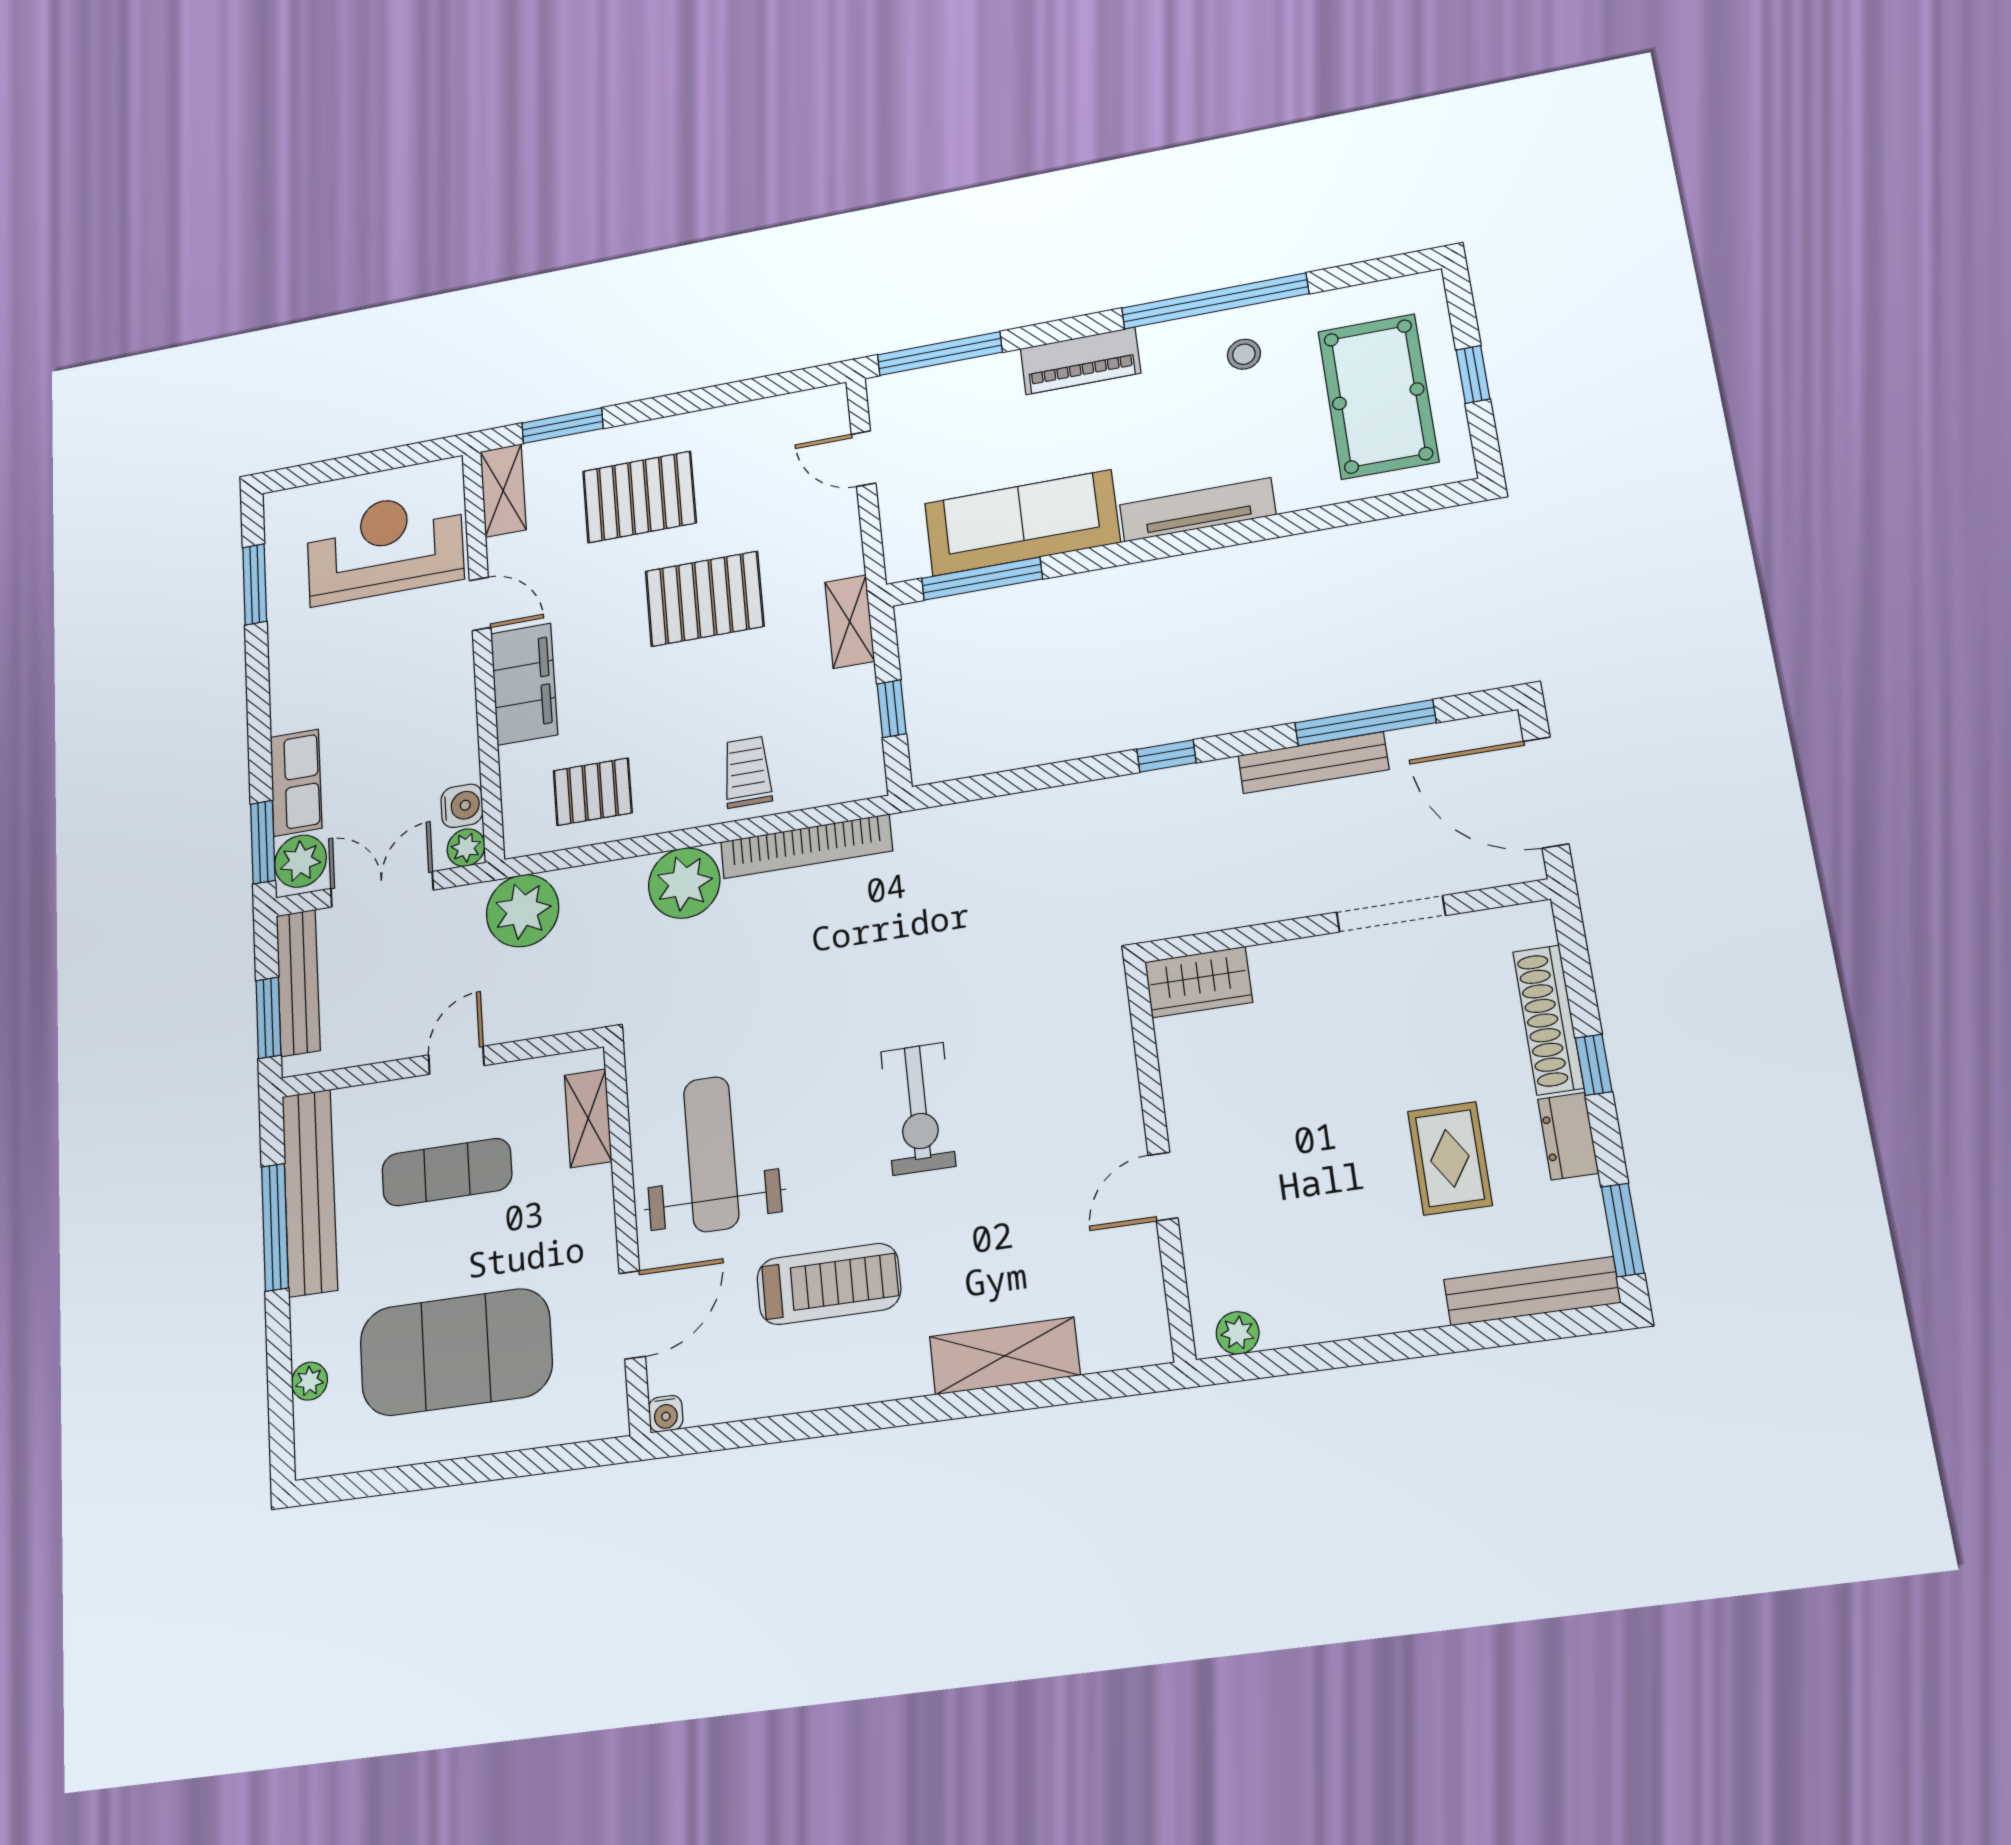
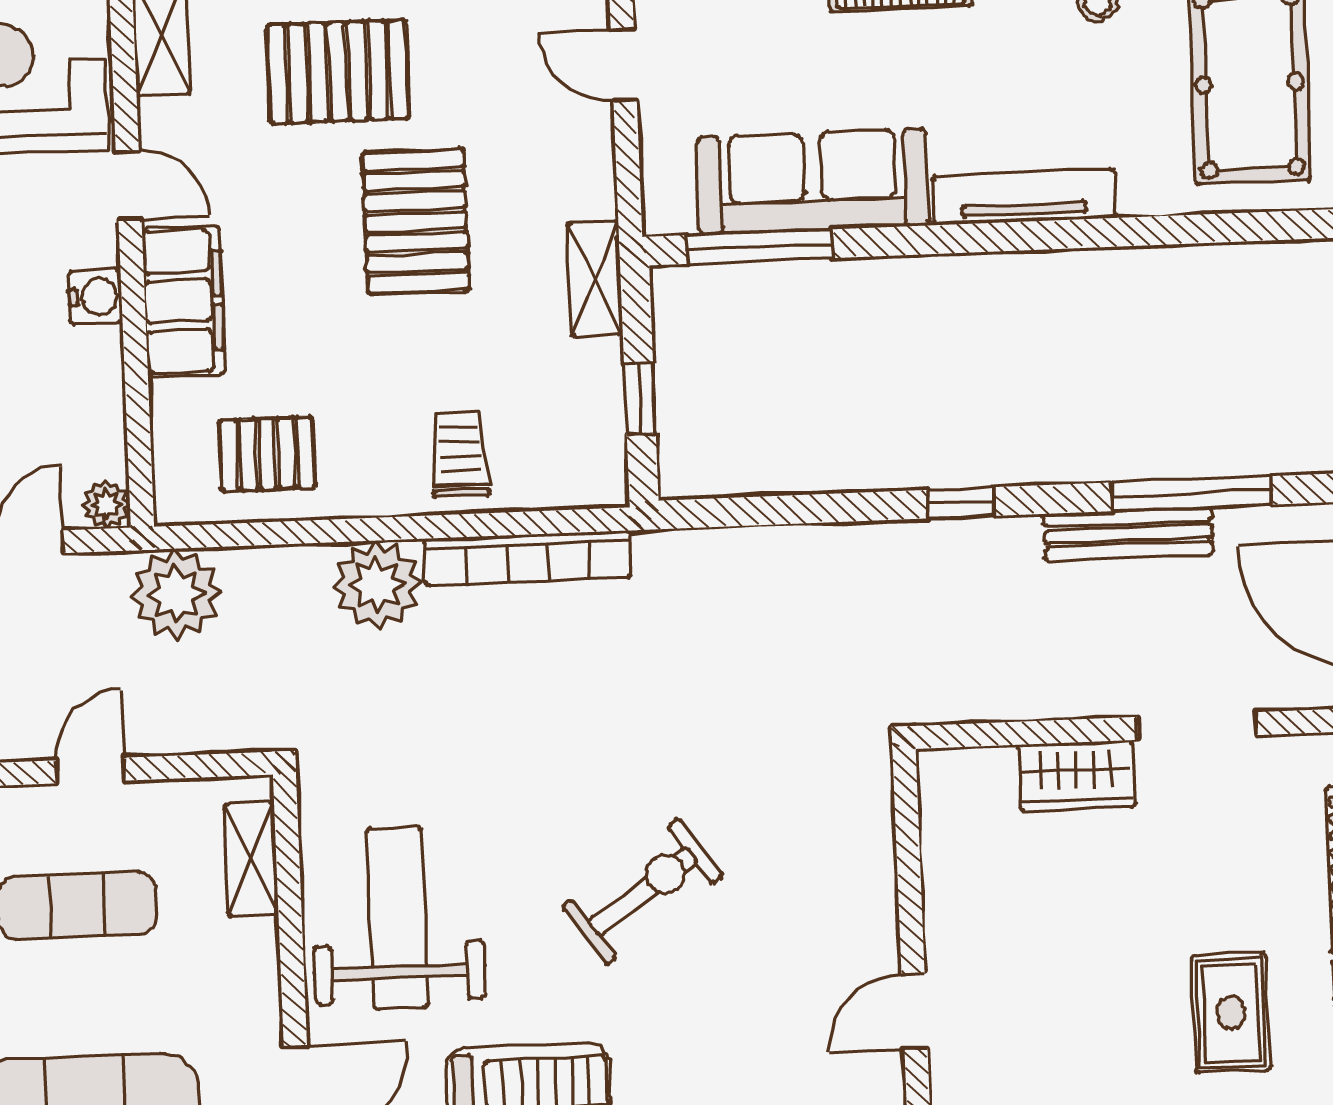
pallet: (704, 599) -> (416, 221), turned 90
water cooler: (462, 806) -> (95, 297), moved
wardrobe: (1199, 982) -> (1076, 776), moved
exercise bike: (918, 1109) -> (643, 891), turned -125

